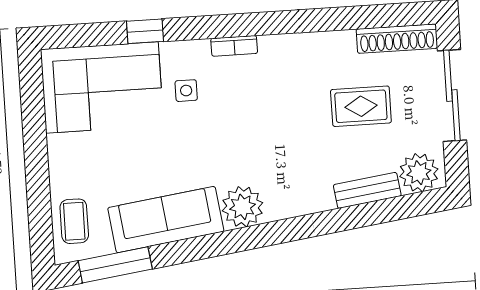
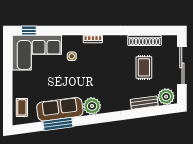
window: (145, 31) -> (29, 31), moved
shoe rack: (397, 39) -> (145, 40), moved
rug: (361, 106) -> (144, 67), turned 90
window: (115, 265) -> (58, 124), moved

